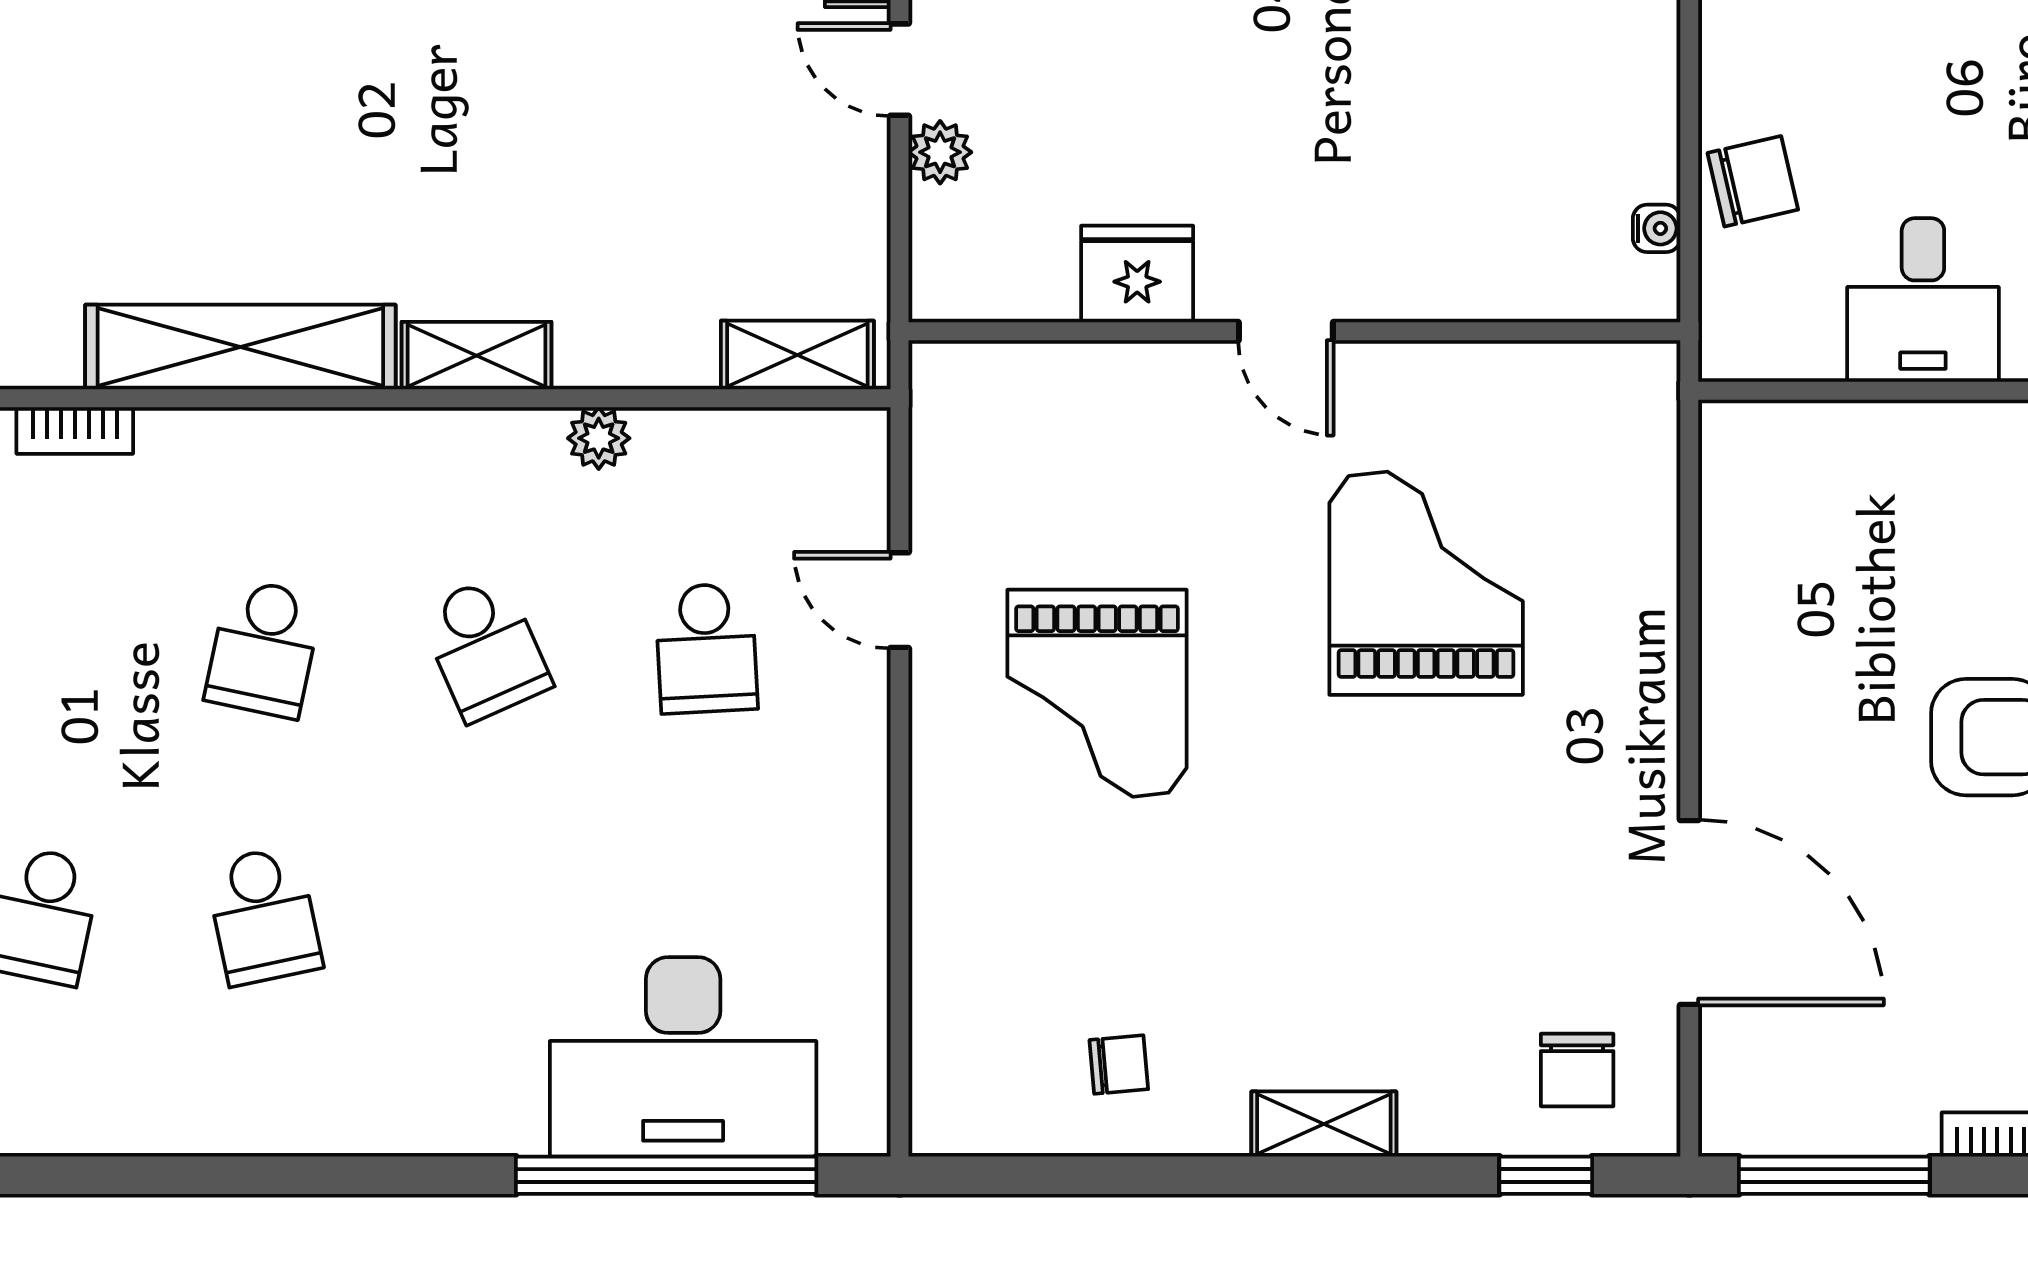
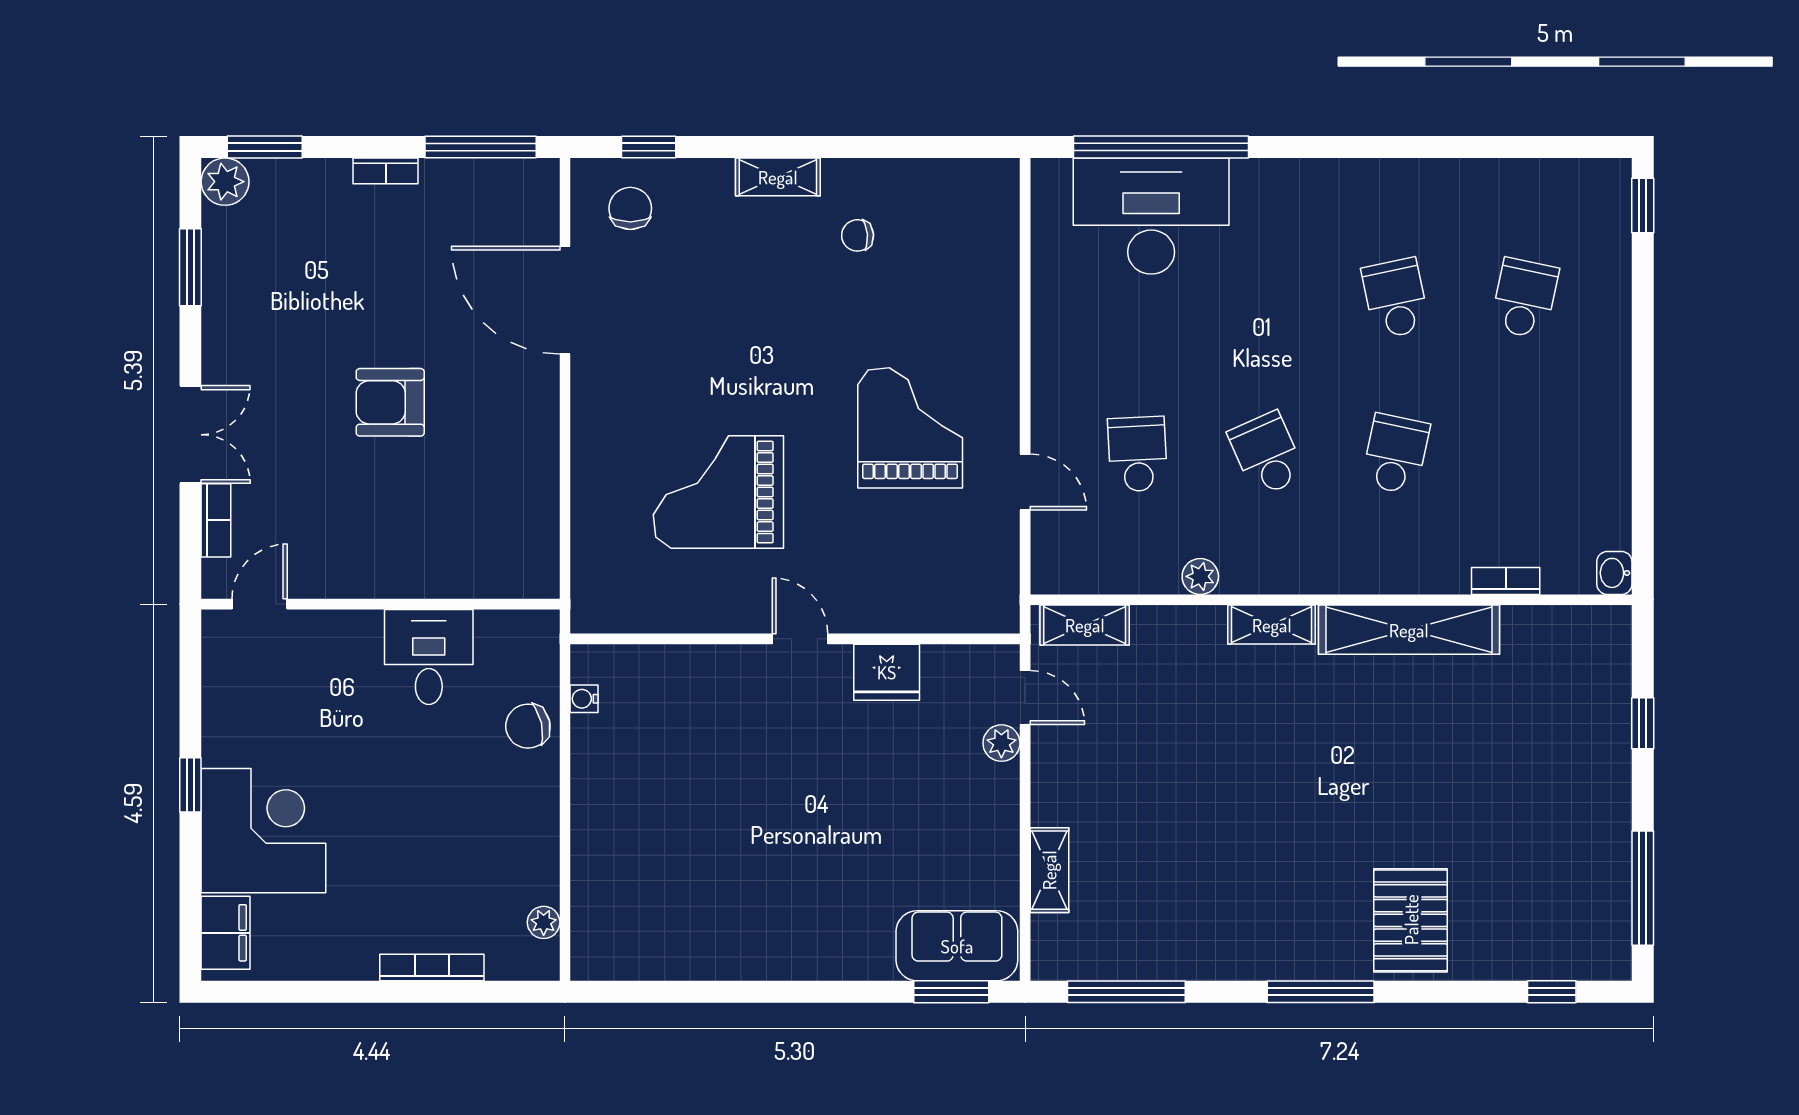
door: (900, 70) -> (1025, 697), moved
grand piano: (1426, 583) -> (718, 492), turned 90
chair: (1119, 1065) -> (858, 235), moved

